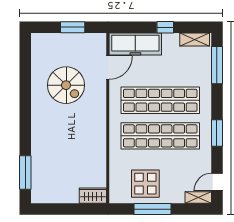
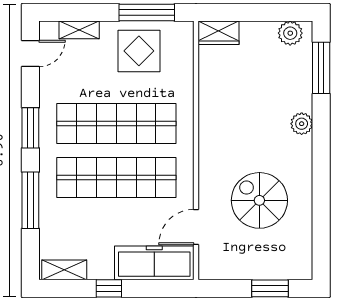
window: (73, 27) -> (270, 288), moved
window: (217, 65) -> (30, 200), moved
plant: (38, 136) -> (302, 124), added
plant: (46, 195) -> (290, 33), added
shelving: (198, 197) -> (79, 30), moved
window: (153, 209) -> (147, 13), moved

